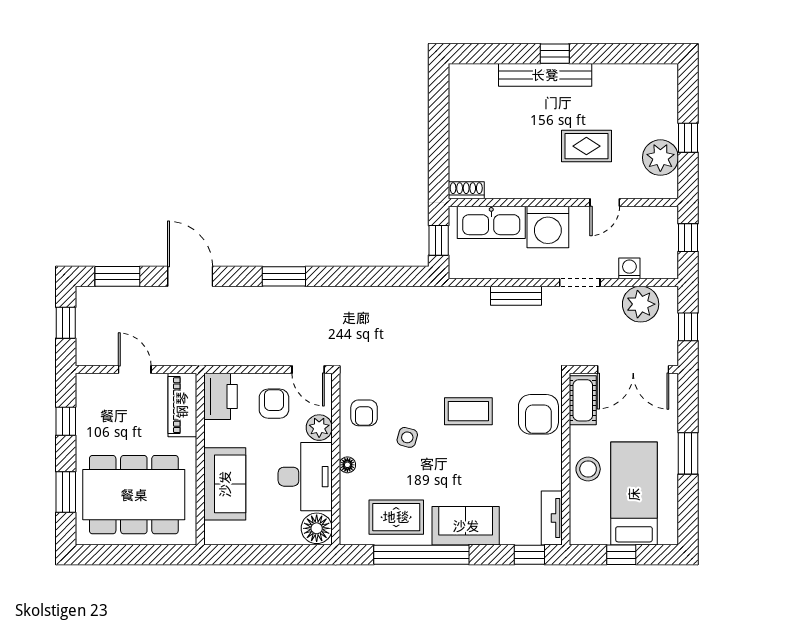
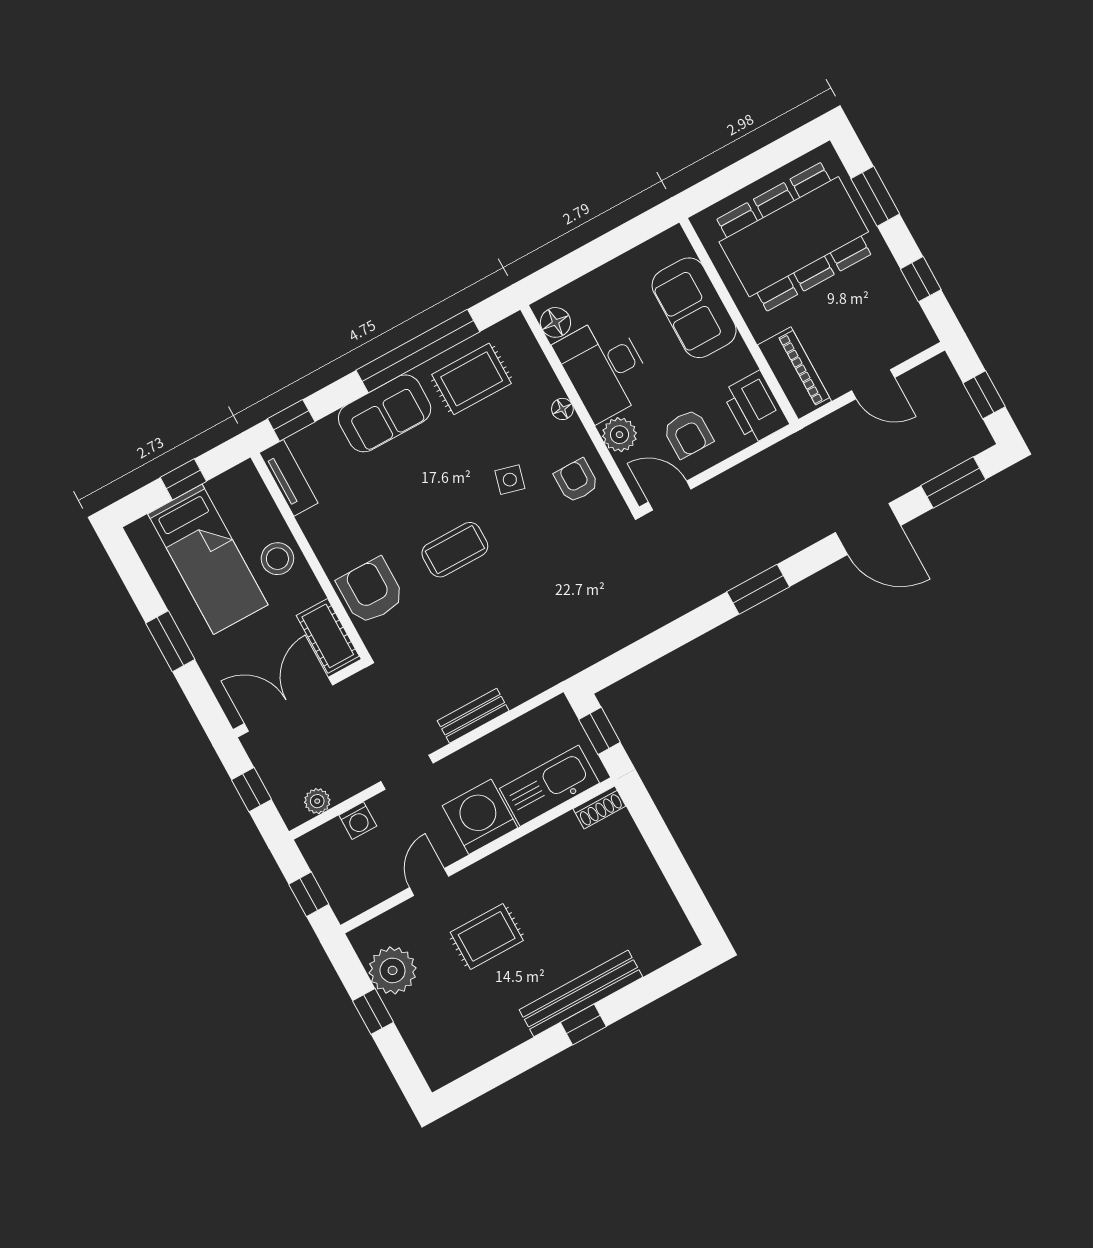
plant: (641, 304) -> (317, 801), width x0.53, depth x0.53
floor lamp: (317, 528) -> (555, 322), width x0.73, depth x0.73

